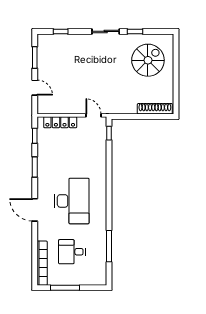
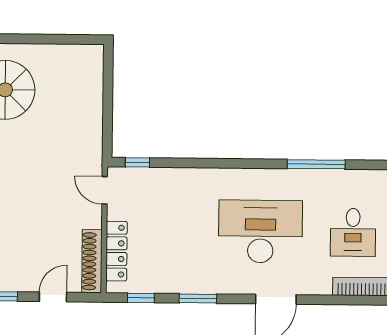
shoe rack: (155, 109) -> (92, 261), moved
door: (93, 115) -> (105, 190), hinge flipped
window: (109, 246) -> (316, 164), moved

